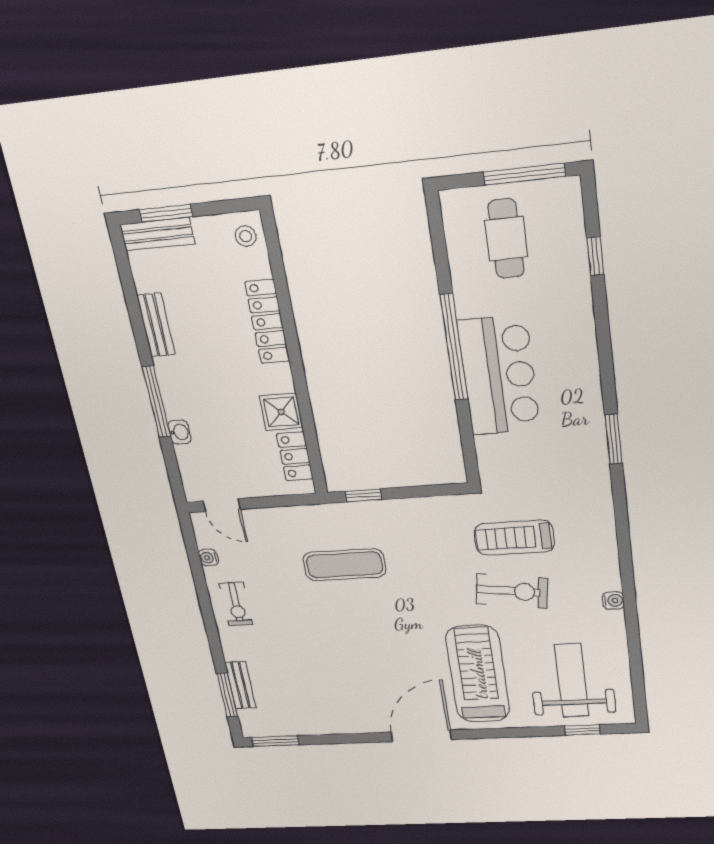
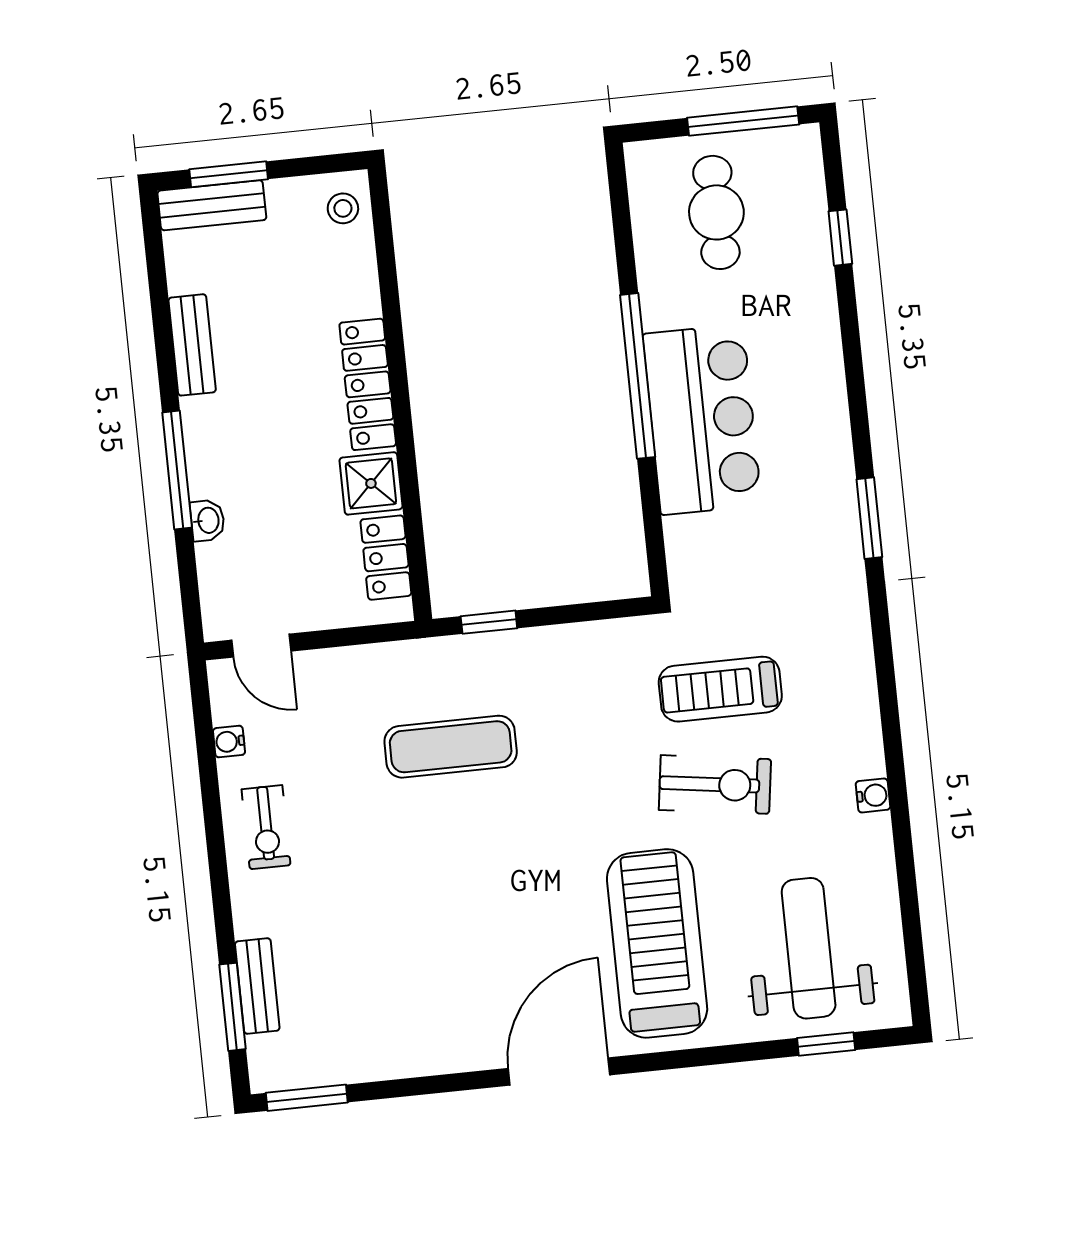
locker: (267, 322) -> (368, 384), moved

